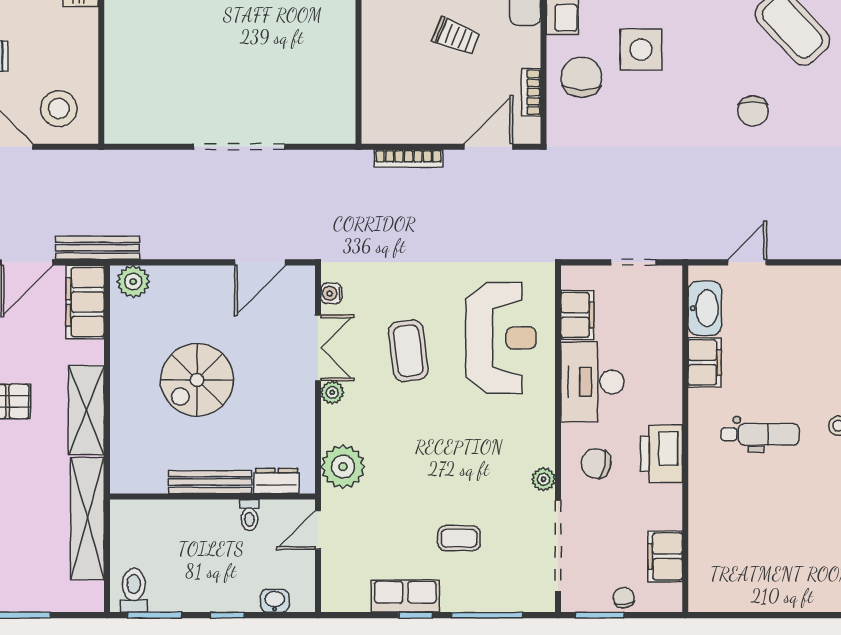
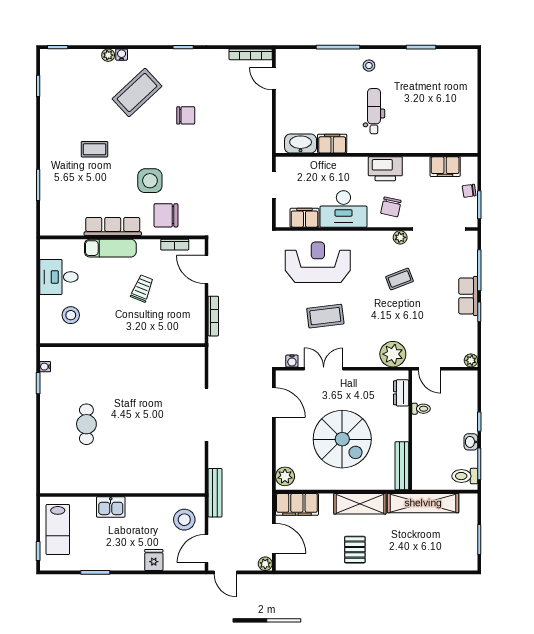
bench: (97, 248) -> (215, 493), moved
door: (747, 262) -> (274, 79), moved
spiral stairs: (197, 380) -> (342, 439), width x1.37, depth x1.37
plant: (332, 392) -> (471, 360), moved
bench: (210, 482) -> (402, 466), moved
coffee table: (459, 538) -> (399, 279), moved, turned 69
row of seats: (405, 596) -> (468, 296), moved
washbasin: (275, 601) -> (471, 442), moved

